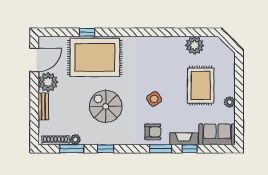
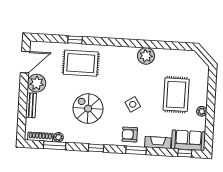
plant: (195, 45) -> (146, 56), moved
rug: (95, 57) -> (81, 63), width x0.73, depth x0.69
armchair: (153, 132) -> (130, 134), turned 180
window: (105, 149) -> (96, 148), moved
window: (190, 149) -> (185, 153), moved

